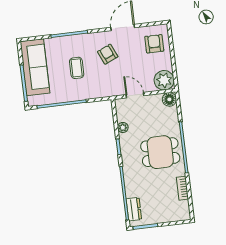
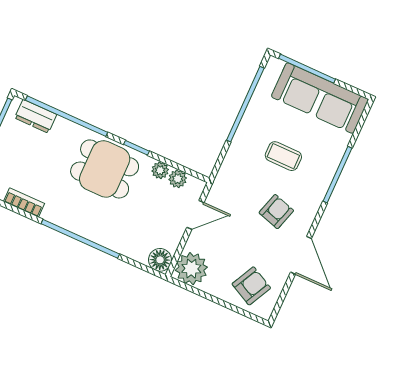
armchair: (154, 44) -> (251, 286), turned -63
armchair: (108, 54) -> (276, 212), turned -49
plant: (122, 116) -> (178, 179), added
dining table: (160, 152) -> (105, 169), moved, turned 90

